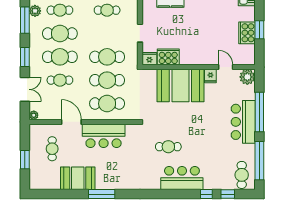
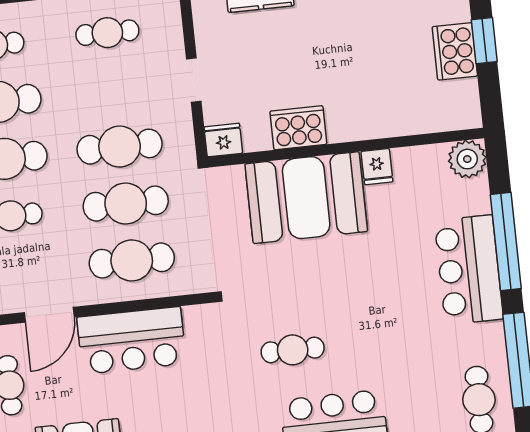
cooker: (168, 57) -> (298, 128), moved
door: (226, 67) -> (412, 141), removed
door: (71, 122) -> (49, 315), swing flipped

